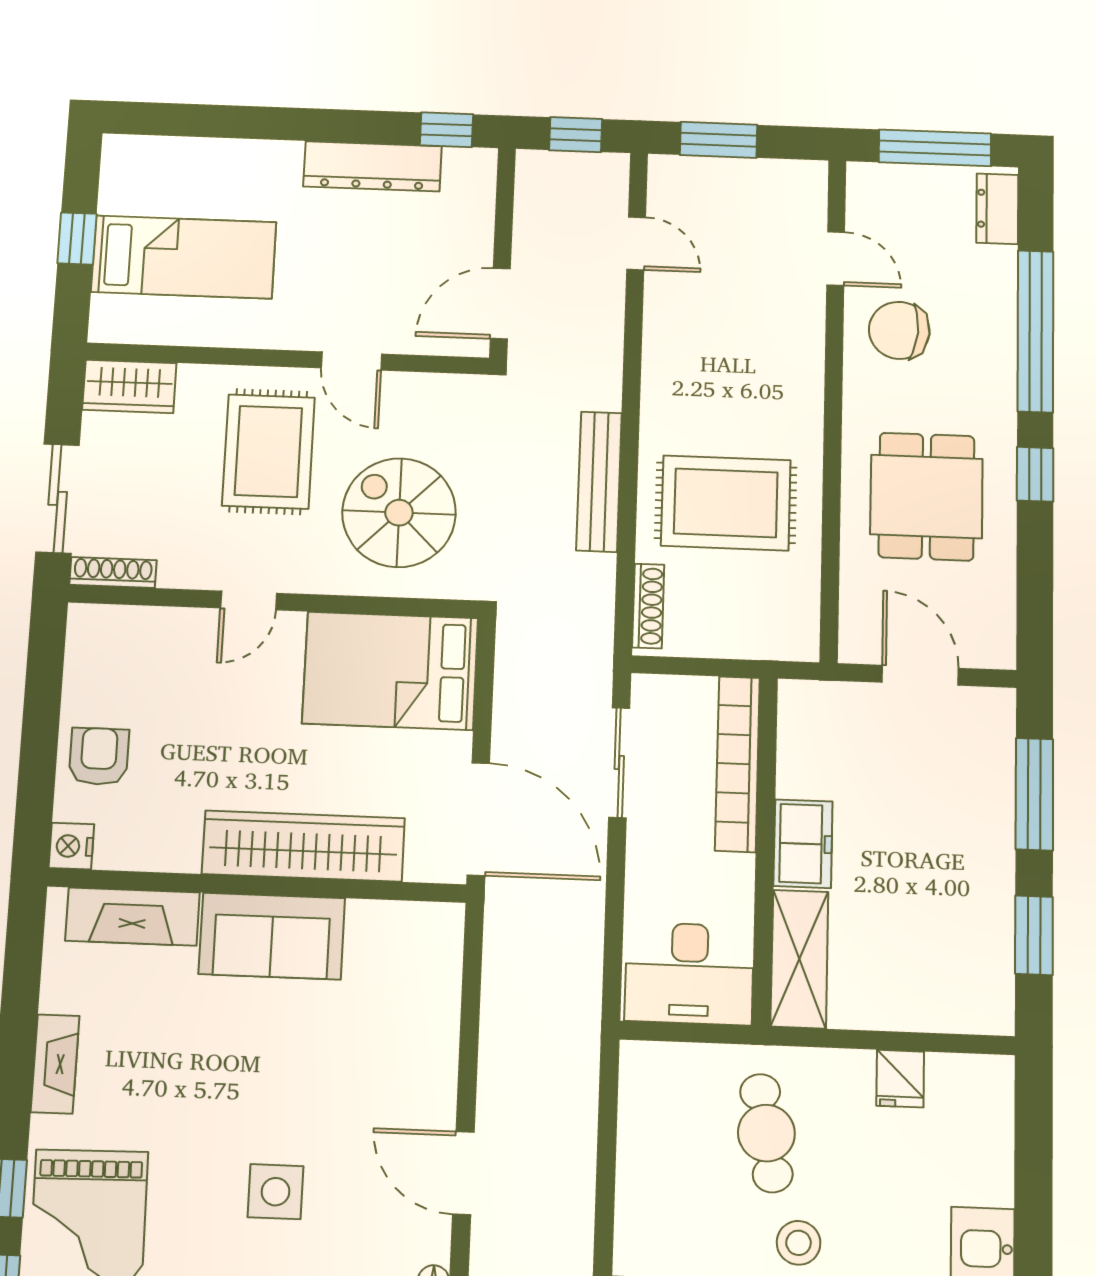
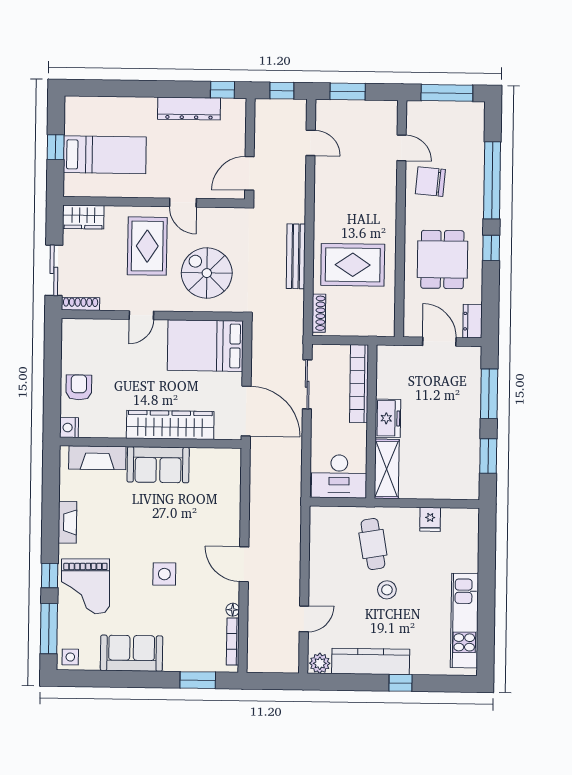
dresser: (997, 209) -> (473, 321), moved

